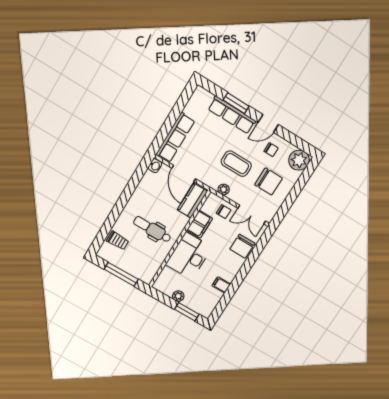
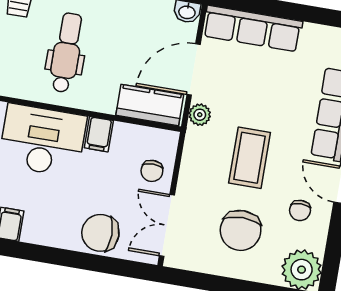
plant: (224, 190) -> (200, 115), moved
filing cabinet: (200, 224) -> (99, 134), width x0.50

